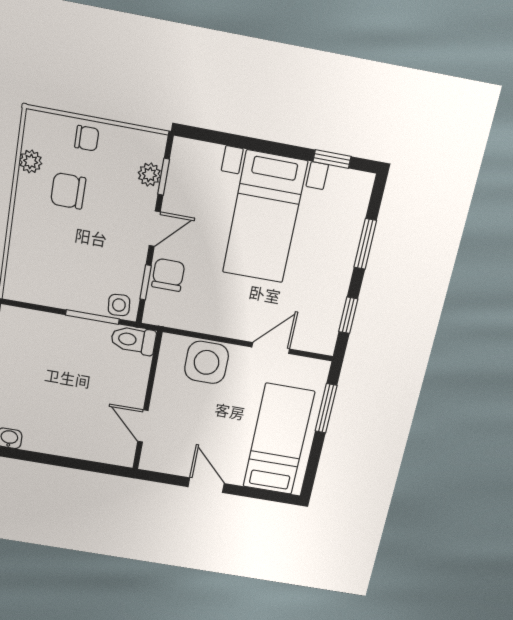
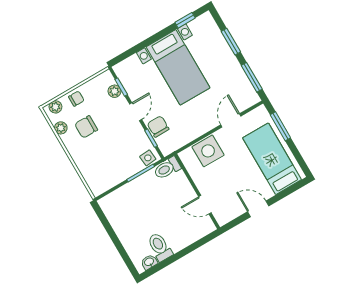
plant: (47, 124) -> (55, 107), added
window: (348, 315) -> (252, 77), width x1.50
toilet: (39, 431) -> (160, 247), added

